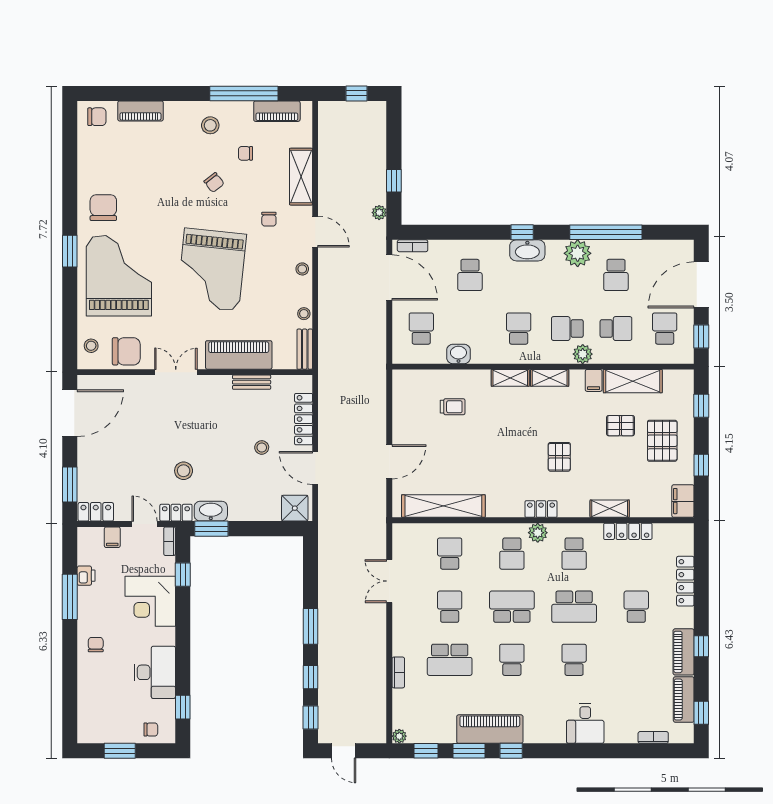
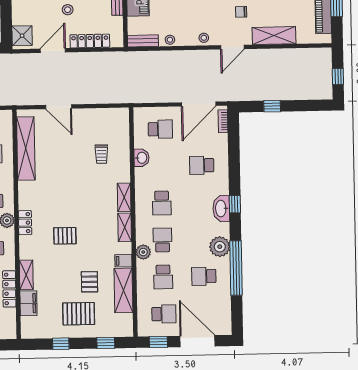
plant: (379, 213) -> (248, 95), removed
school desk: (519, 329) -> (162, 203), turned 90
filing cabinet: (683, 501) -> (28, 303), moved, turned 90

